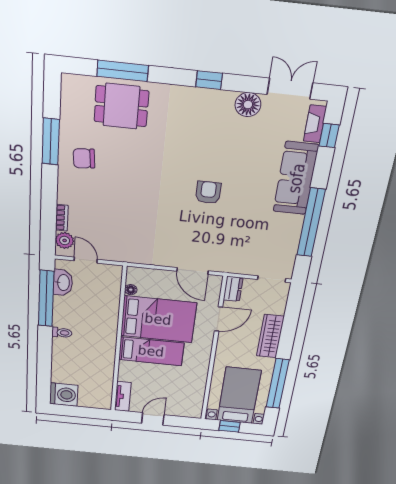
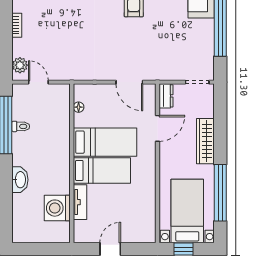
bookcase: (62, 218) -> (17, 25), moved
washbasin: (63, 283) -> (20, 180), moved
bed: (158, 319) -> (105, 142), width x0.67
toilet: (62, 333) -> (21, 126), moved
washing machine: (64, 395) -> (57, 208), moved, turned 180
tv unit: (123, 396) -> (80, 202), moved

